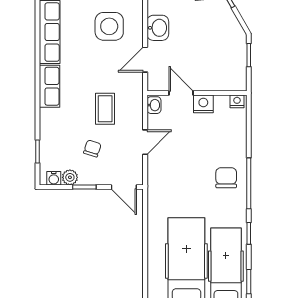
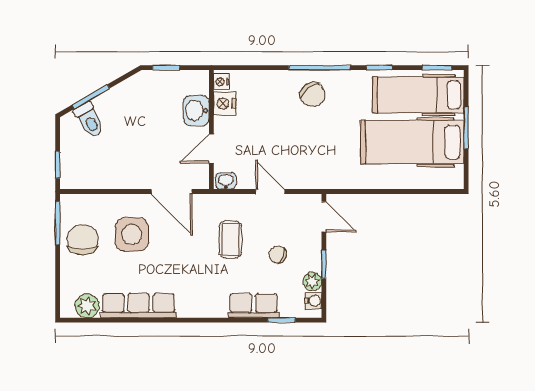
washbasin: (158, 28) -> (196, 111), moved, turned -90
door: (145, 60) -> (172, 192), width x1.38
row of seats: (50, 86) -> (254, 306), moved
nightstand: (203, 104) -> (225, 103), moved
coffee table: (105, 109) -> (230, 239), turned 90
chair: (226, 178) -> (313, 95), turned -129
door: (124, 187) -> (324, 217), hinge flipped

